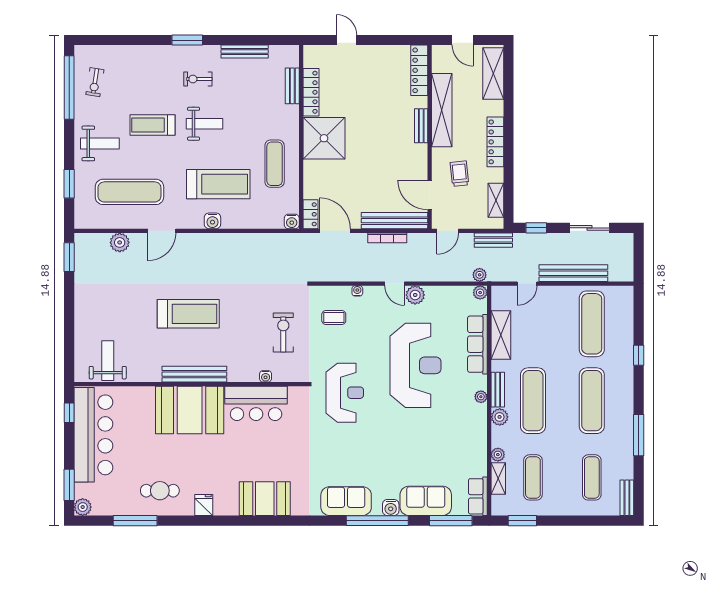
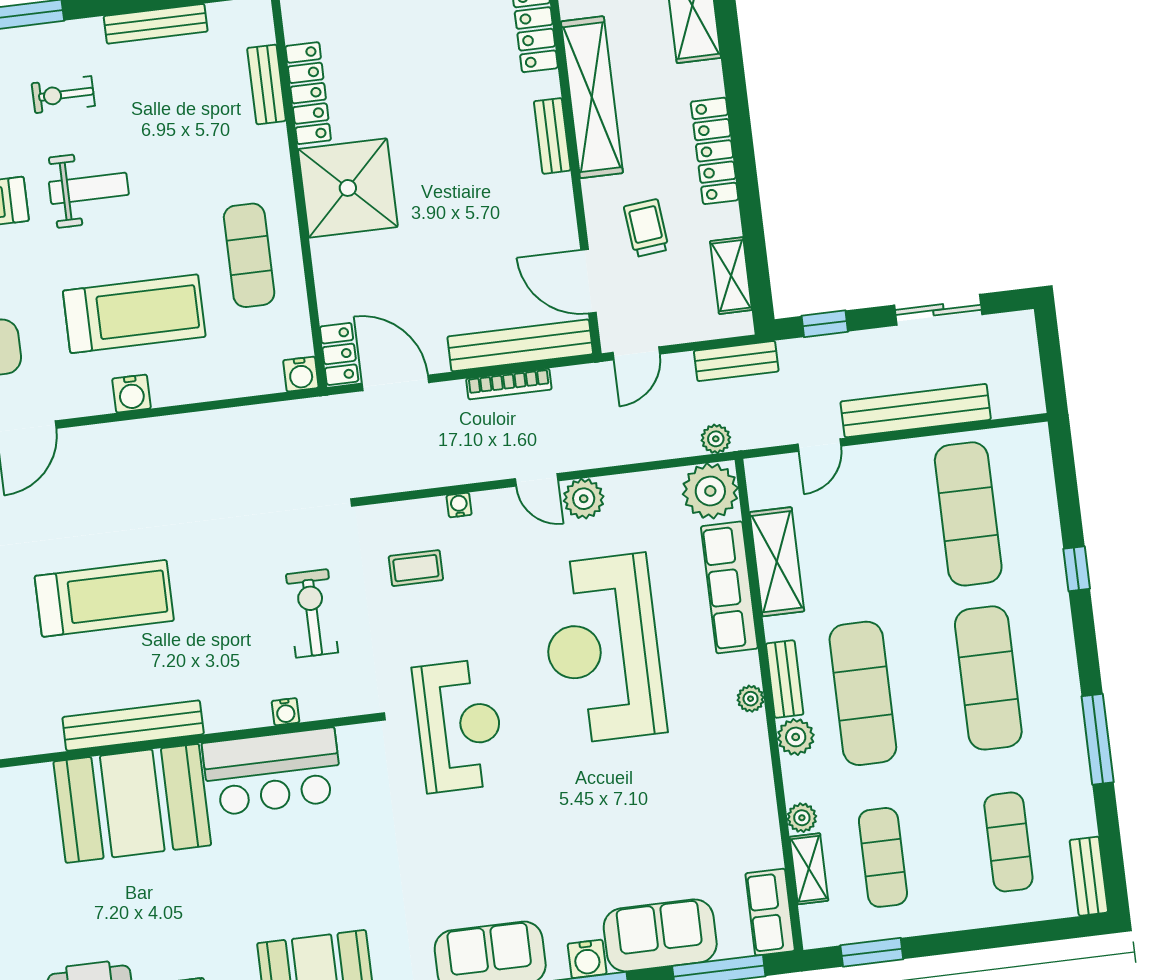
plant: (480, 293) -> (710, 491), width x1.87, depth x1.87
reception desk: (415, 365) -> (603, 649), turned 180

